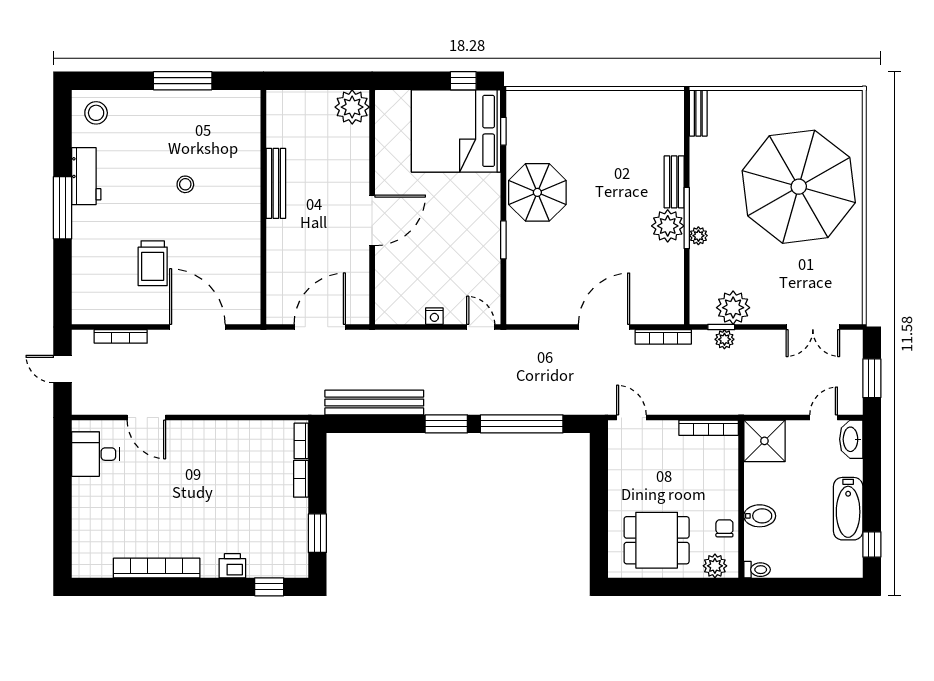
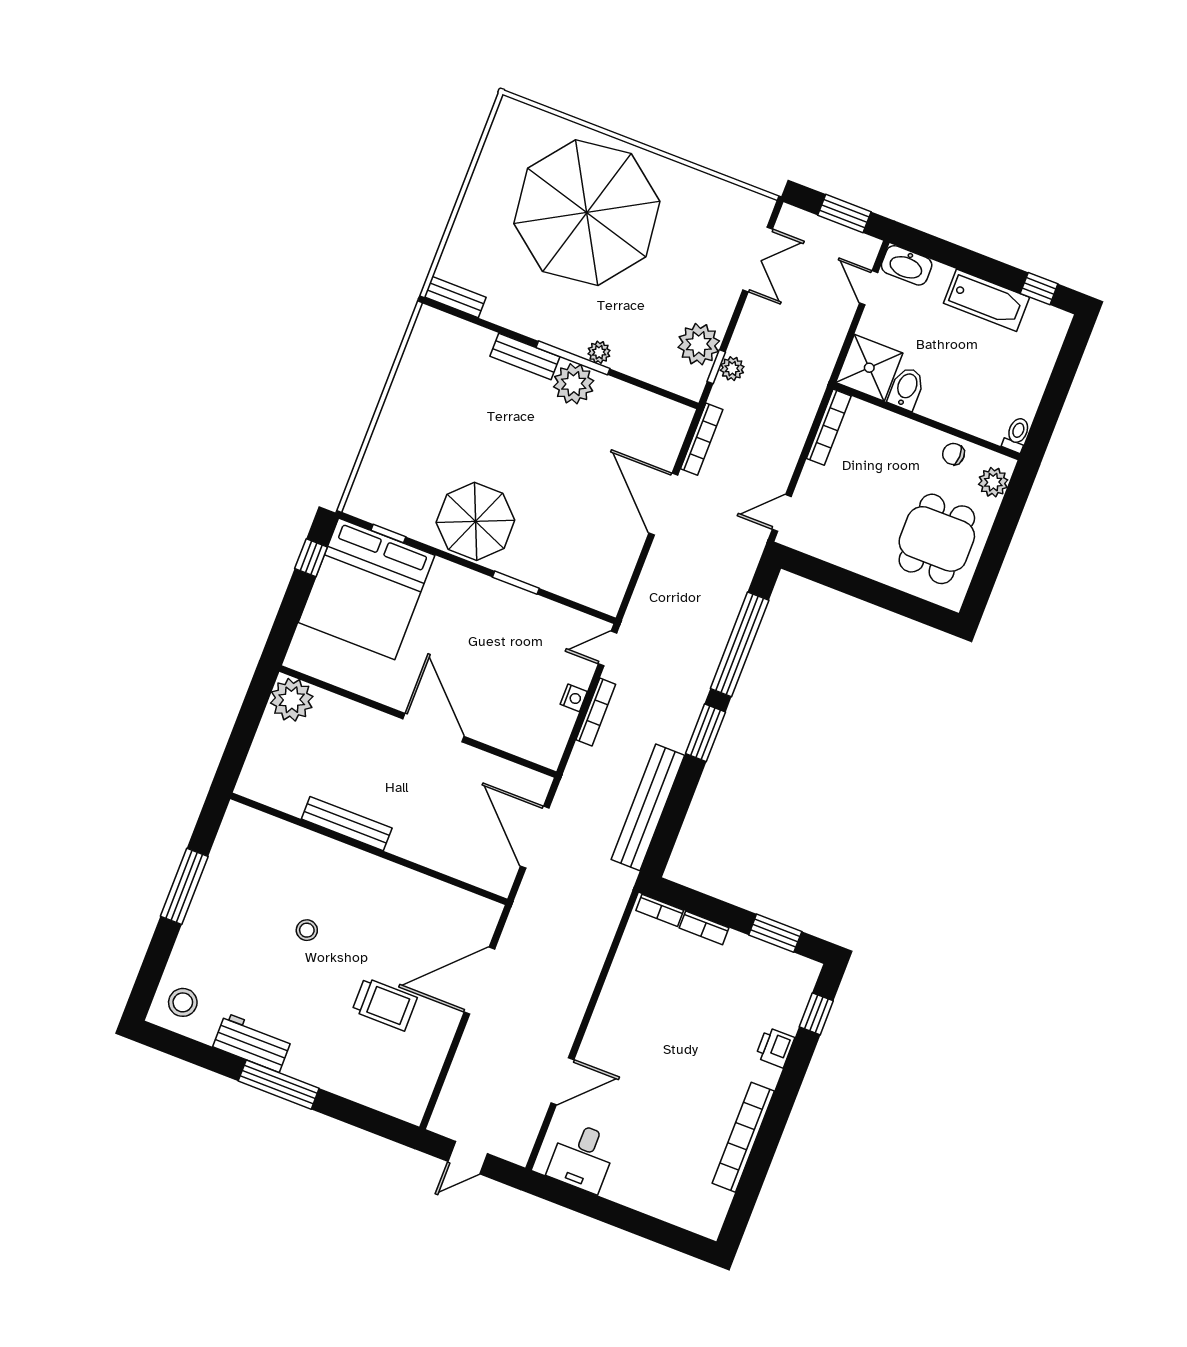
bookcase: (121, 336) -> (596, 712), moved
bidet: (760, 516) -> (906, 388), moved

